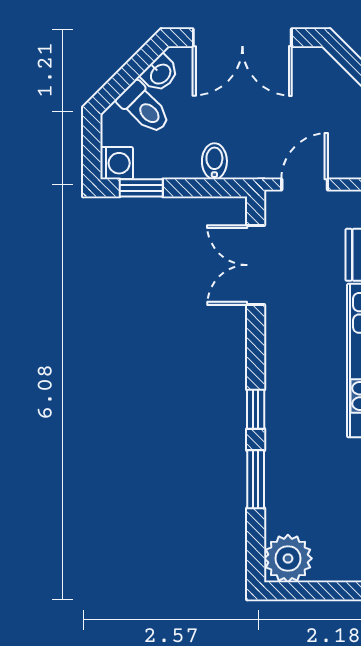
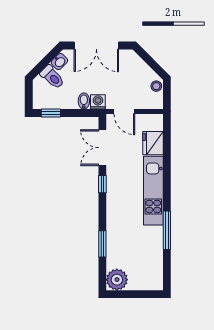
washing machine: (117, 163) -> (98, 102), moved, turned -90
door: (305, 185) -> (124, 111), swing flipped
window: (256, 409) -> (102, 184), moved

